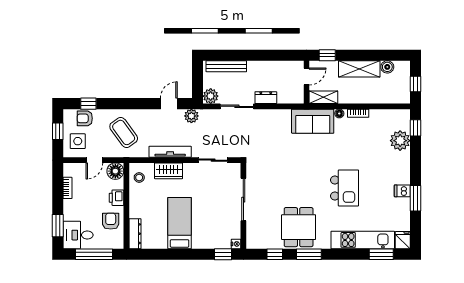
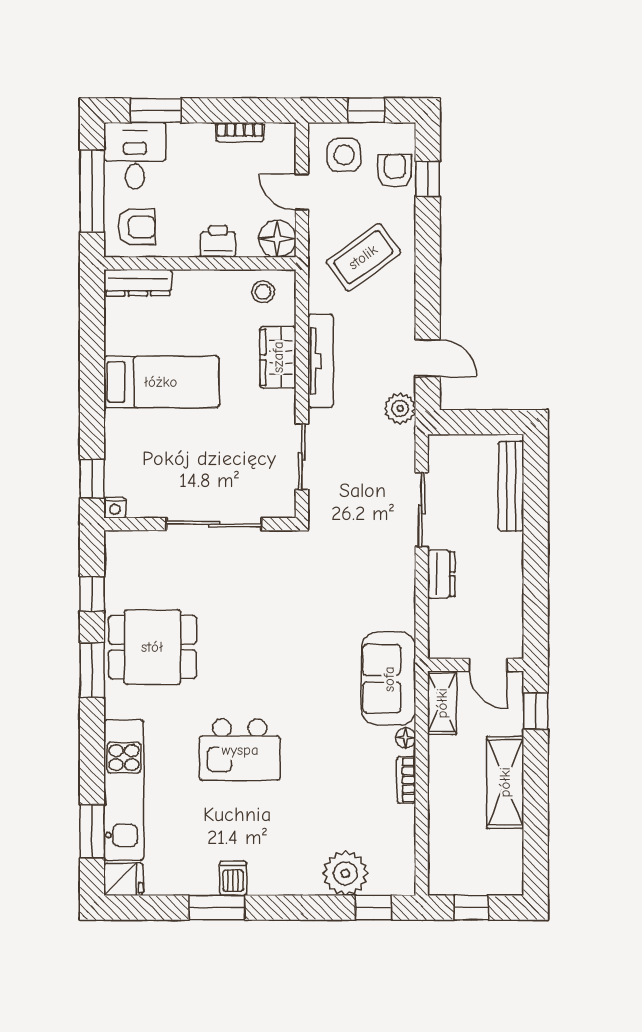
boiler: (387, 67) -> (509, 845), removed
plant: (211, 96) -> (445, 451), removed
armchair: (111, 221) -> (137, 227), moved

